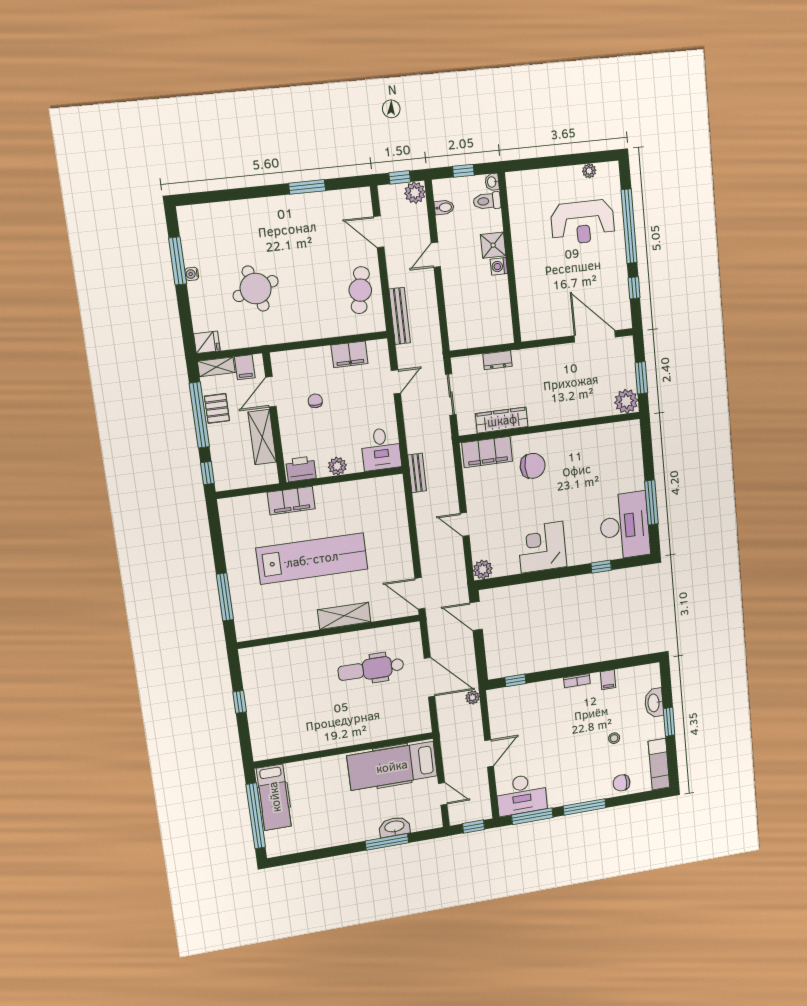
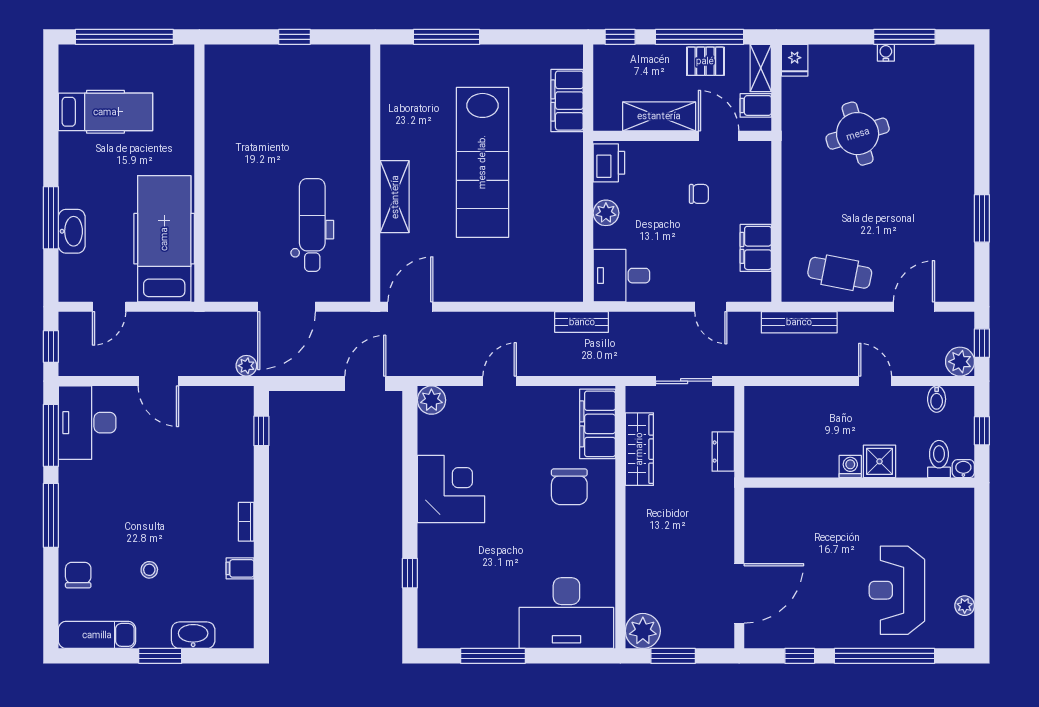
filing cabinet: (291, 501) -> (567, 101), moved
desk: (625, 526) -> (566, 613), moved
hospital bed: (274, 797) -> (105, 112), moved, turned 180

